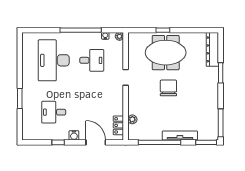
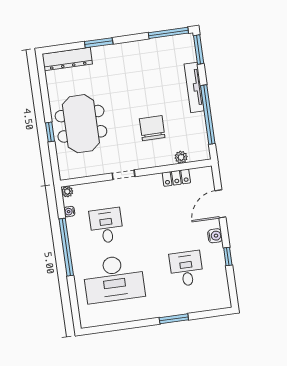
chair: (168, 88) -> (152, 128), moved, turned 90
desk: (54, 112) -> (186, 269), turned 180
locker: (118, 125) -> (176, 178), moved

